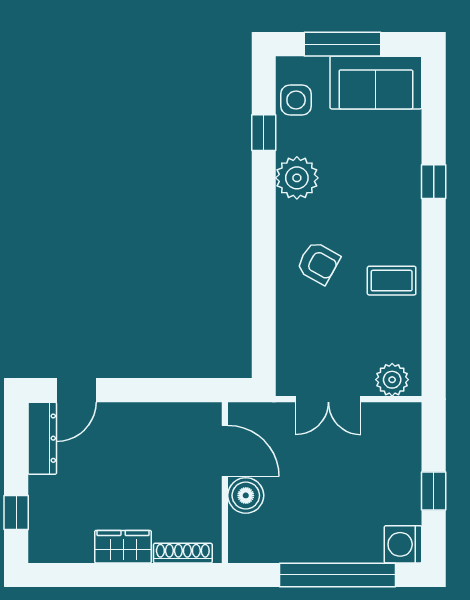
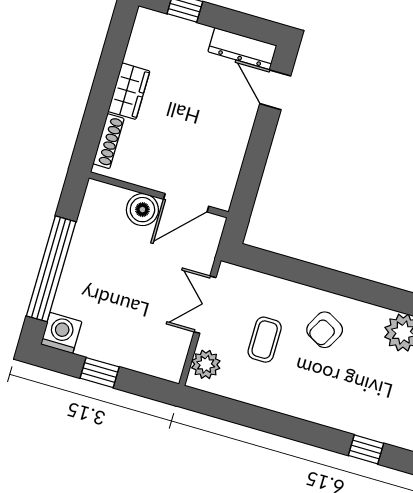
coffee table: (392, 281) -> (265, 340), moved

